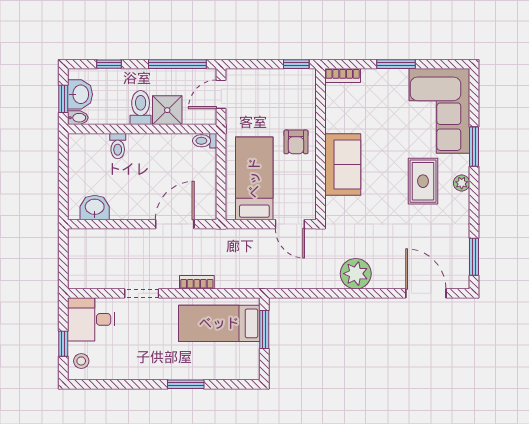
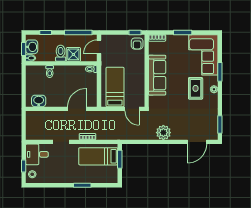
armchair: (296, 142) -> (137, 44), moved
sofa: (343, 165) -> (157, 75), width x1.36
door: (426, 293) -> (197, 142), swing flipped

